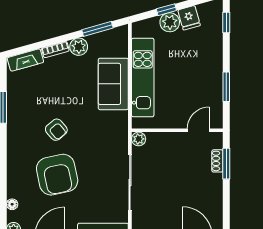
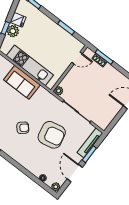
door: (198, 130) -> (77, 58), swing flipped
armchair: (57, 175) -> (52, 135), moved

